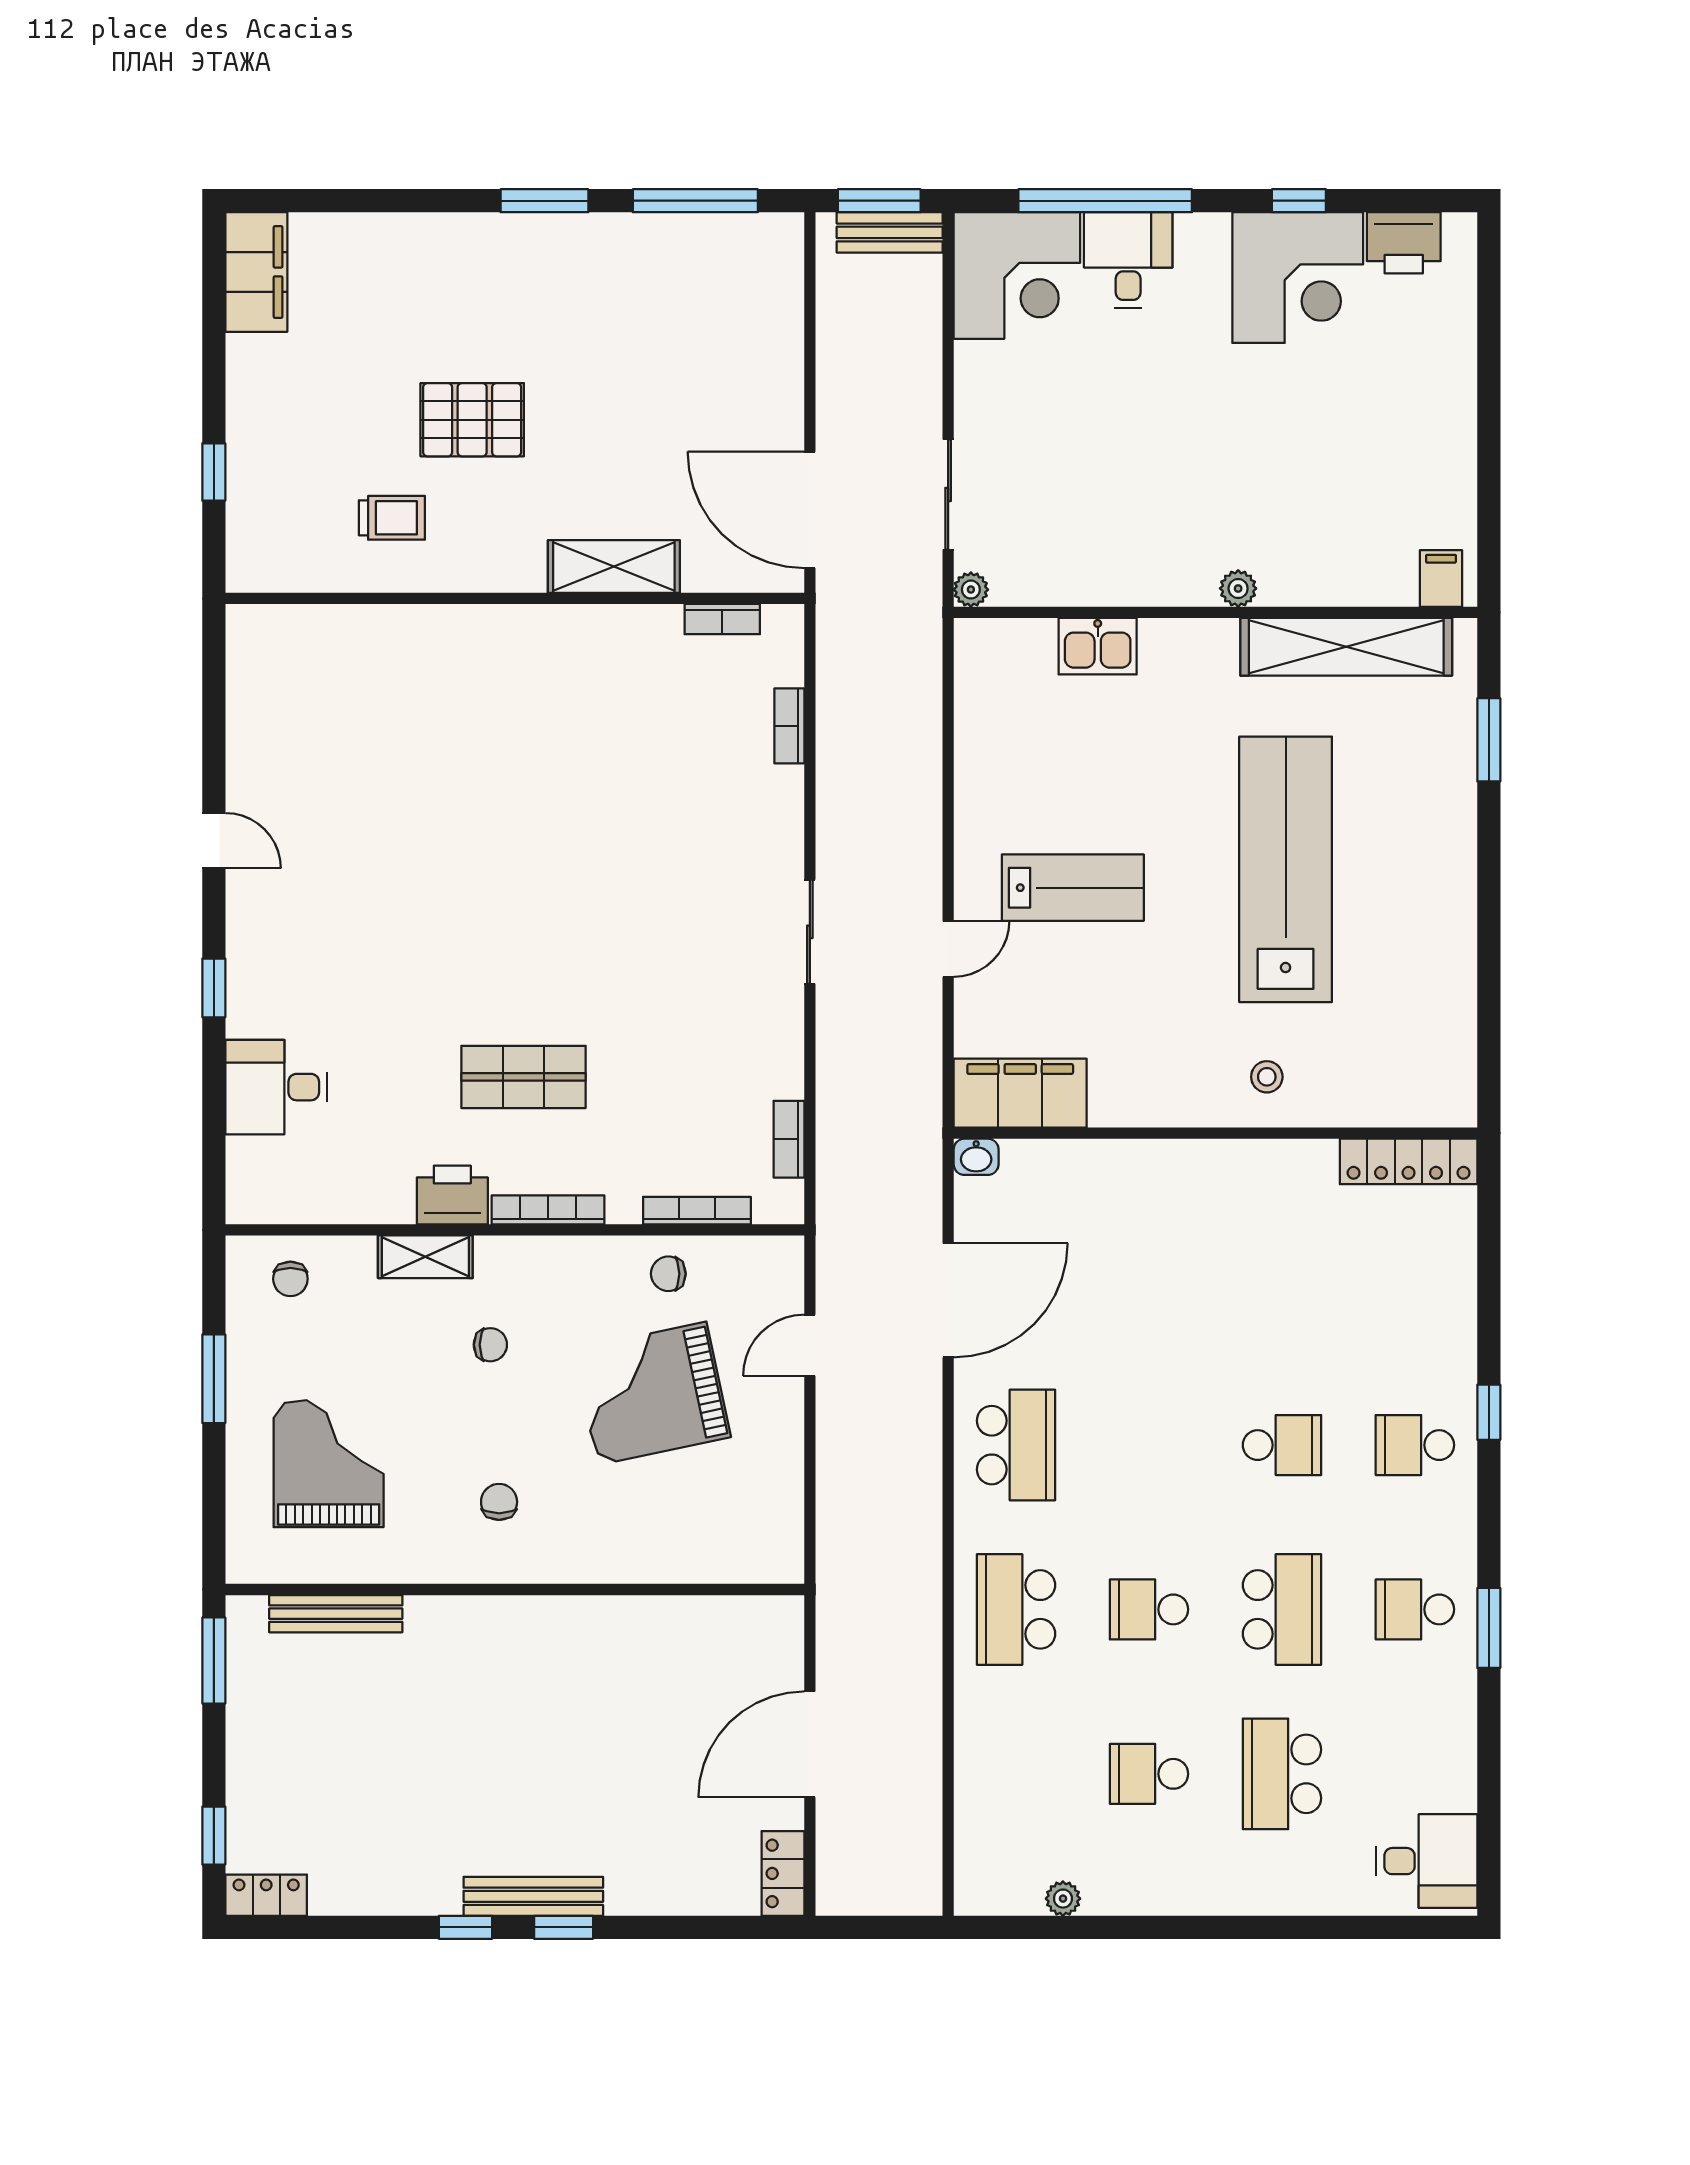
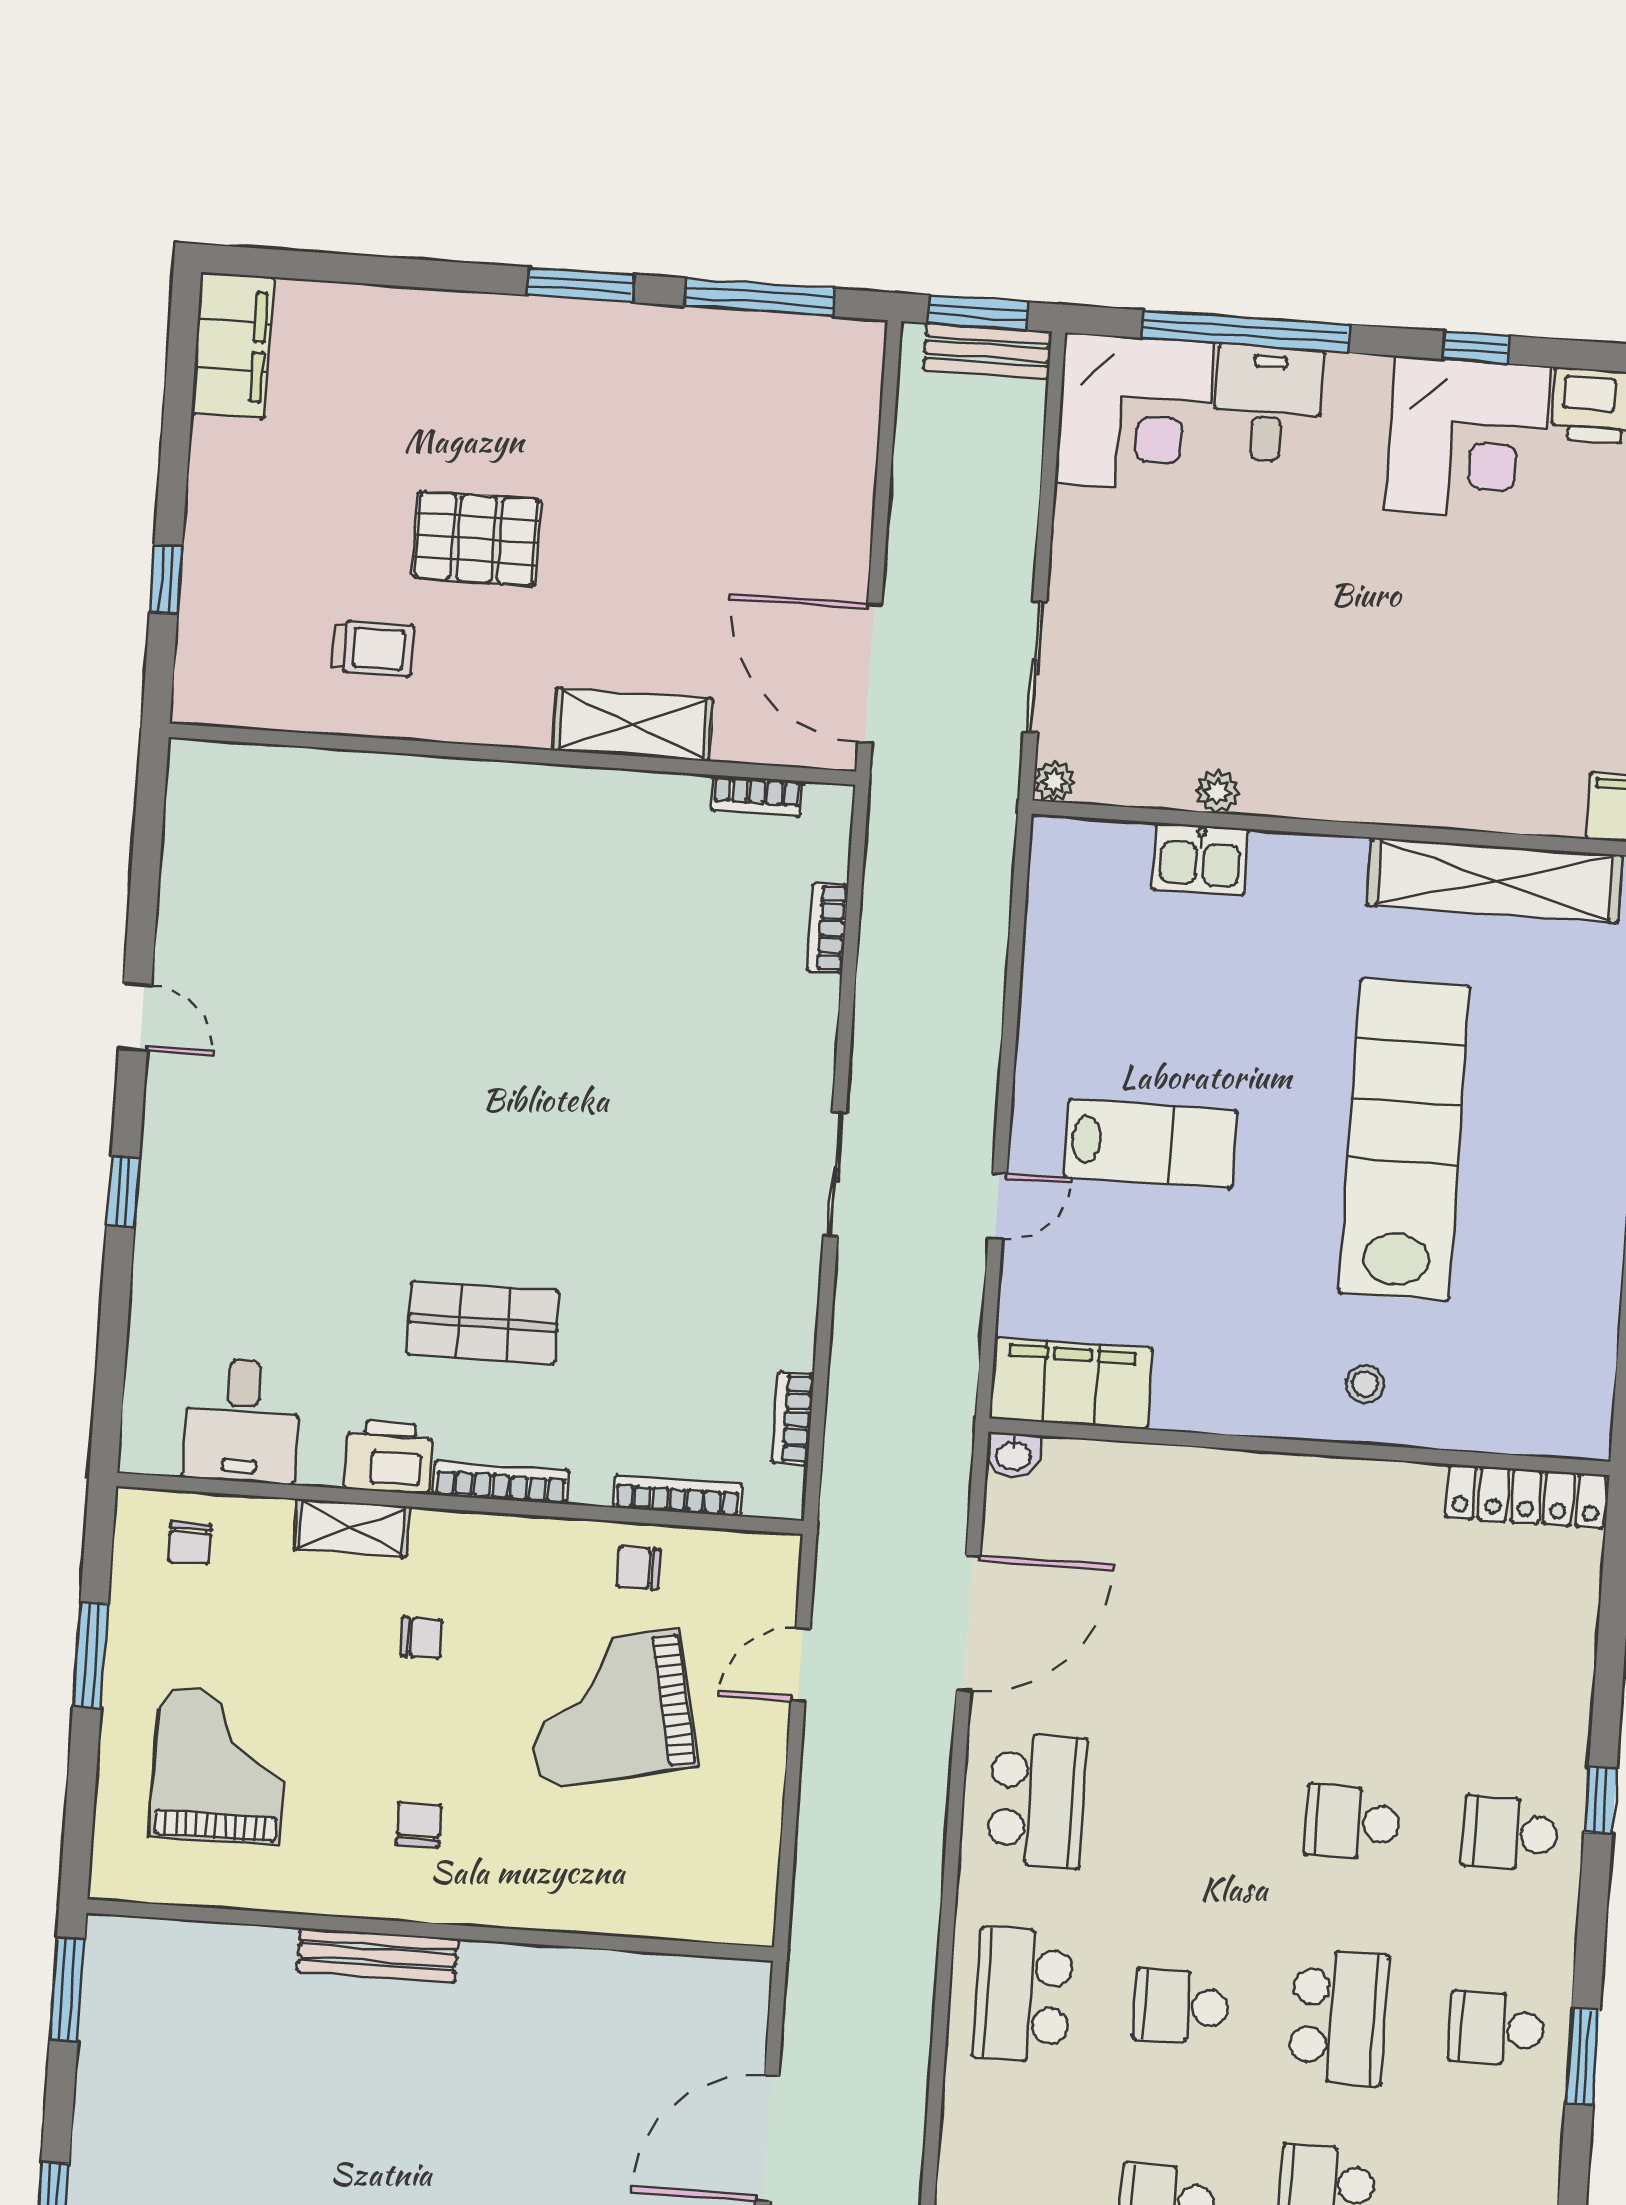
plant: (1238, 588) -> (1217, 792), moved
desk: (276, 1087) -> (242, 1421), moved, turned -90
school desk: (1282, 1445) -> (1352, 1822), turned 180
bench: (336, 1614) -> (377, 1955), moved

